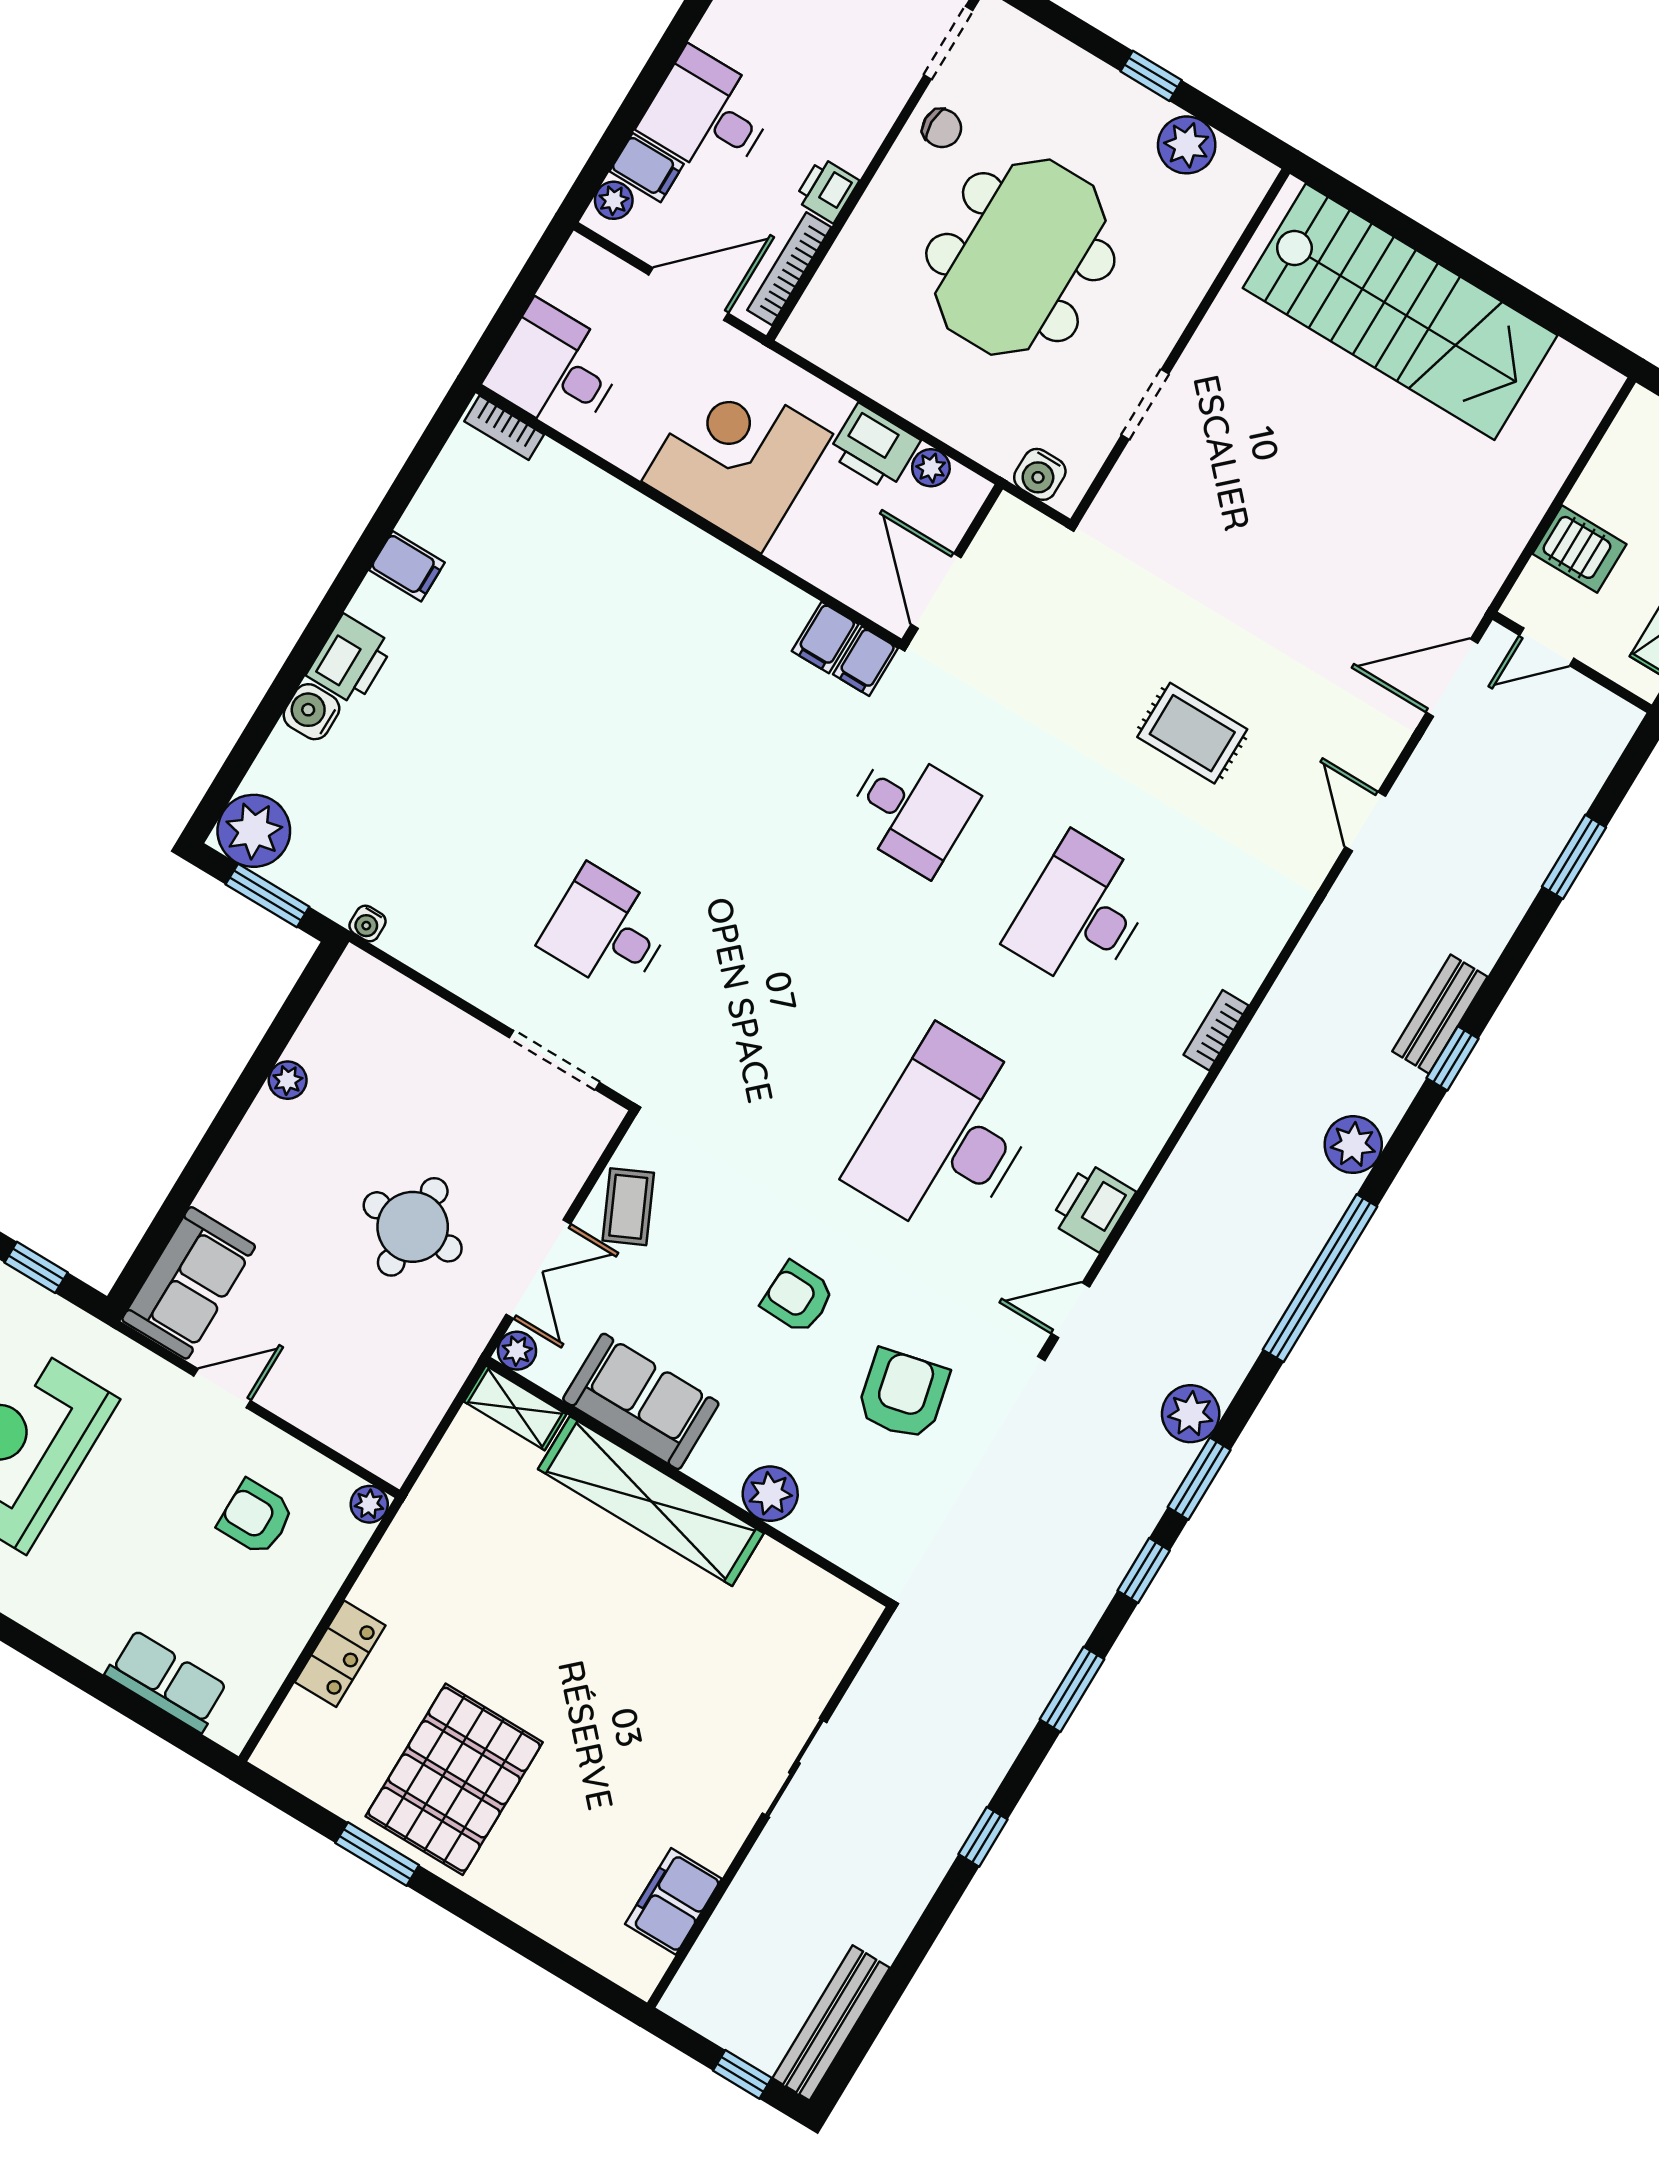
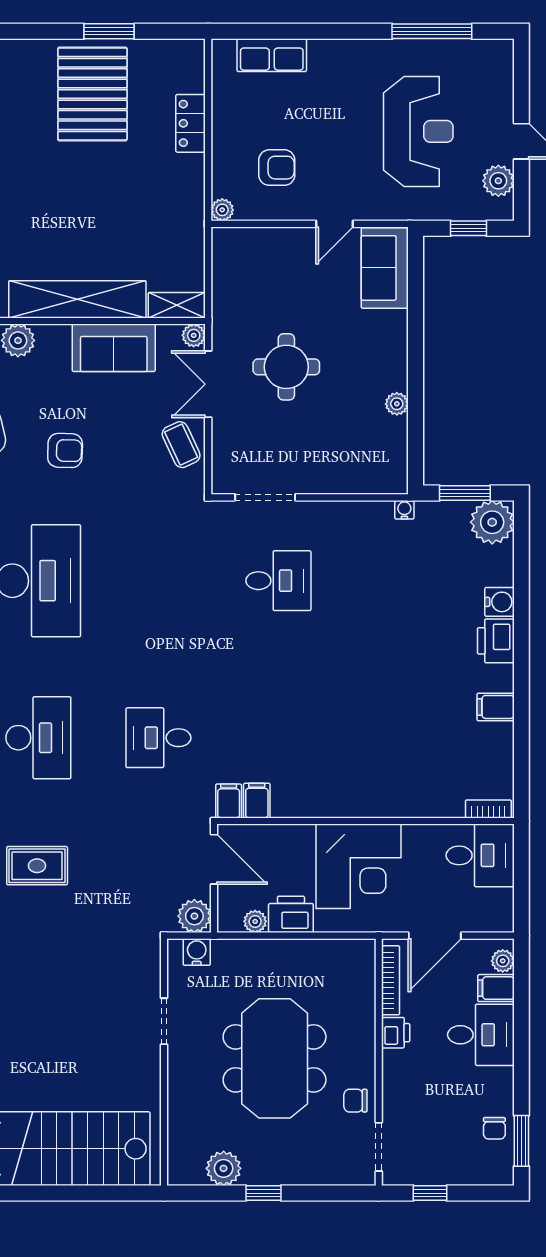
plant: (1012, 527) -> (194, 916), added

